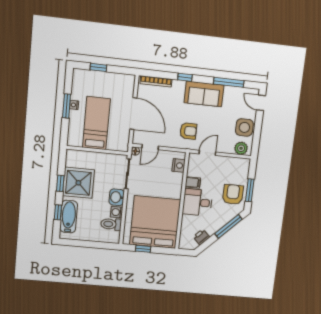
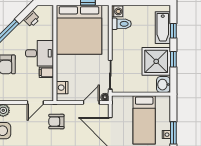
washbasin: (117, 197) -> (163, 85), moved, turned 180
washing machine: (117, 212) -> (117, 11), moved

